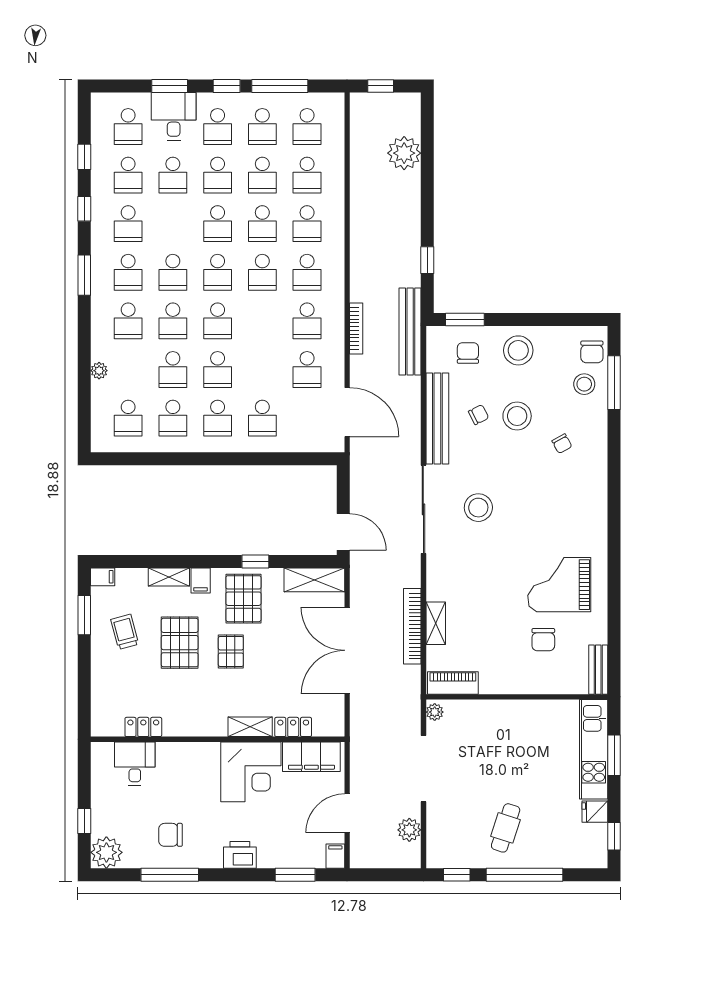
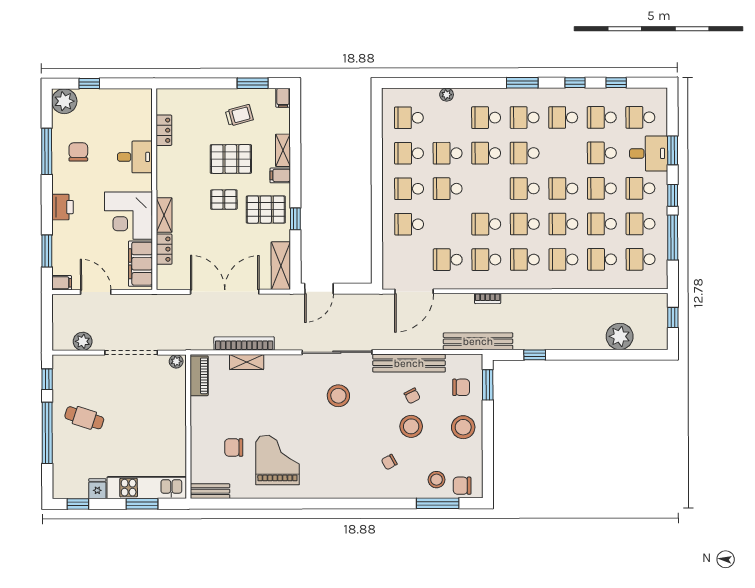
school desk: (218, 321) -> (486, 224), moved
bookcase: (356, 329) -> (488, 299), width x0.64
desk: (135, 764) -> (135, 157), moved

